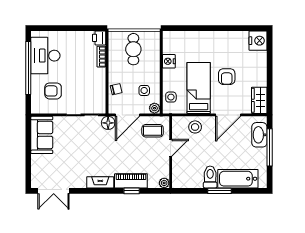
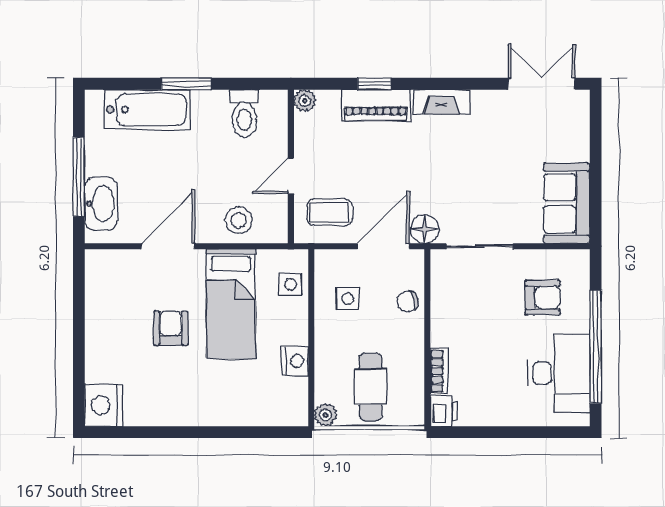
wardrobe: (259, 100) -> (101, 277), removed
plant: (154, 108) -> (325, 415), moved
toilet: (210, 177) -> (244, 113), moved

